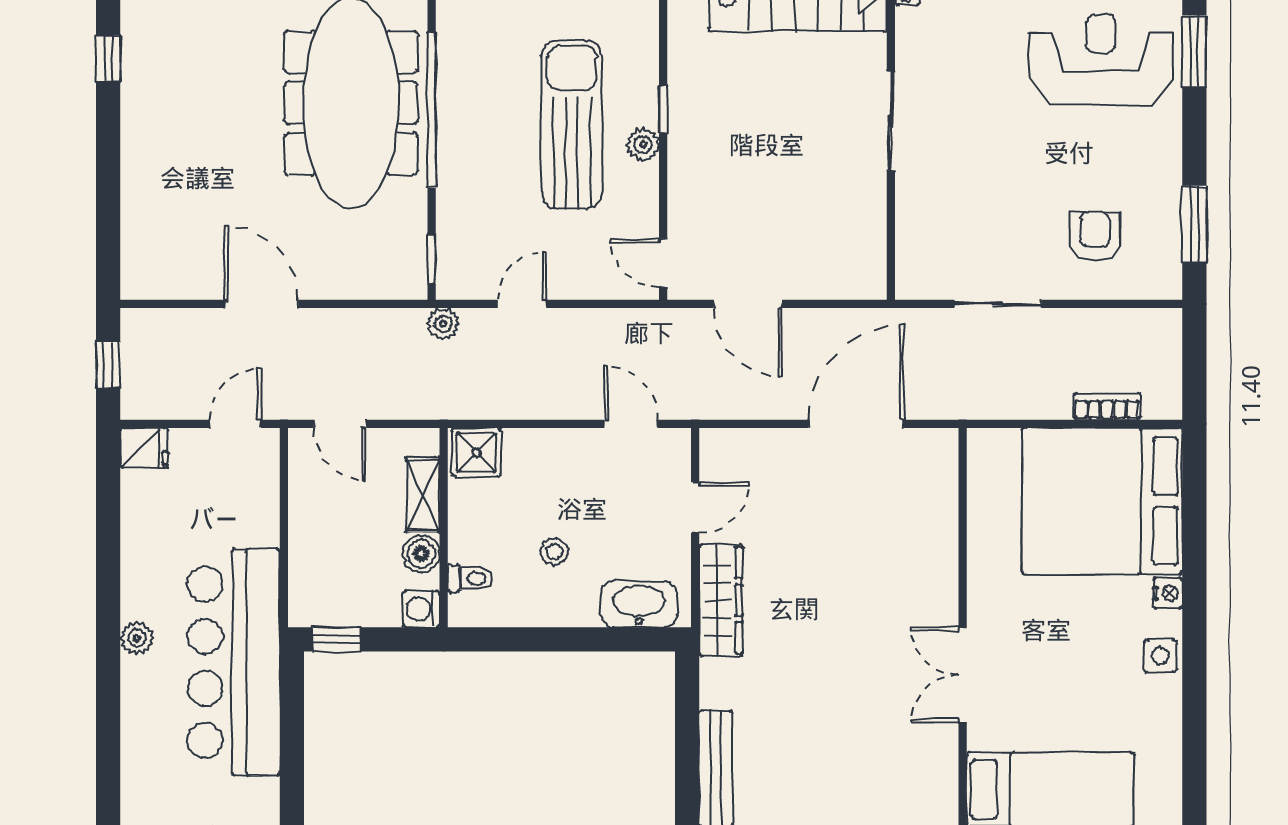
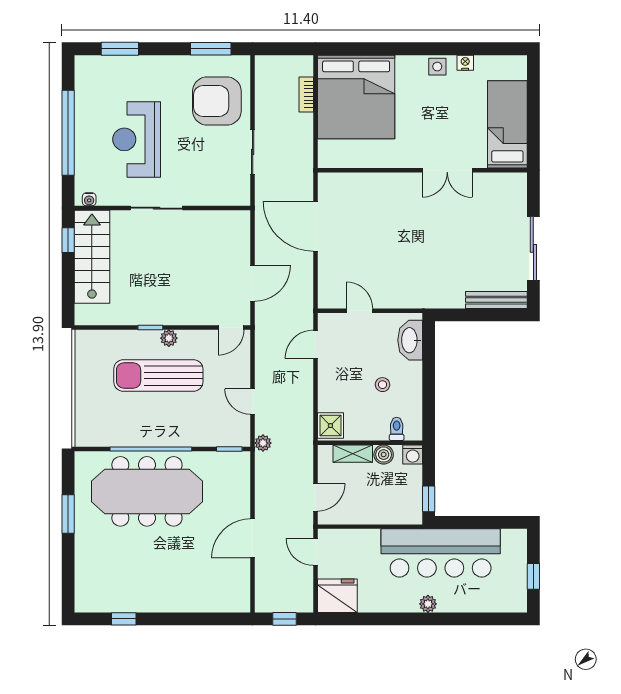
reception desk: (1101, 60) -> (137, 139), moved
armchair: (1095, 236) -> (217, 101), width x1.88, depth x1.88
fridge: (144, 448) -> (337, 596), width x1.88, depth x1.34
nightstand: (1168, 593) -> (465, 63), moved
wardrobe: (721, 600) -> (408, 297), removed

